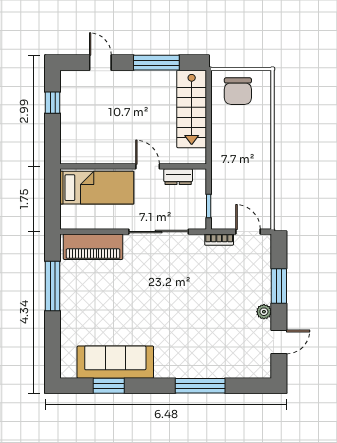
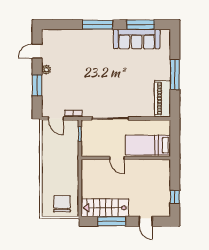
stairs: (192, 109) -> (105, 208), moved, turned -90
dresser: (178, 177) -> (98, 152), removed
piano: (93, 247) -> (162, 98), moved, turned -90
window: (53, 286) -> (175, 74), moved
window: (109, 386) -> (141, 25), width x1.44
window: (200, 386) -> (98, 25), moved

